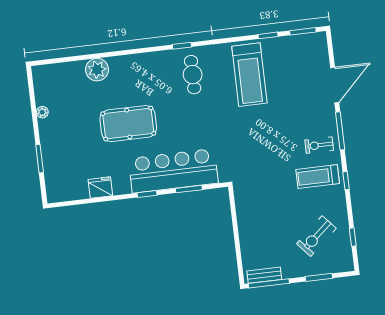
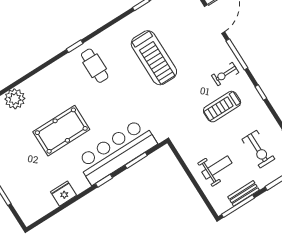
treadmill: (249, 75) -> (154, 58), moved
treadmill: (318, 177) -> (222, 107), moved
weight bench: (266, 235) -> (217, 167), added
exercise bike: (316, 236) -> (258, 149), turned -49
bench: (264, 275) -> (243, 193), moved

